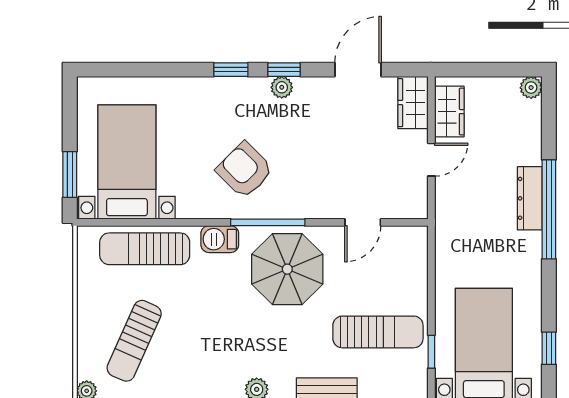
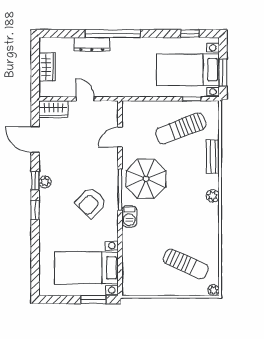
plant: (531, 88) -> (45, 44), removed
wardrobe: (449, 112) -> (47, 67), moved, turned 90
dresser: (530, 198) -> (92, 44), moved
door: (363, 222) -> (120, 137), swing flipped
sun lounger: (145, 249) -> (135, 258), removed
sun lounger: (378, 332) -> (181, 129), turned -111

